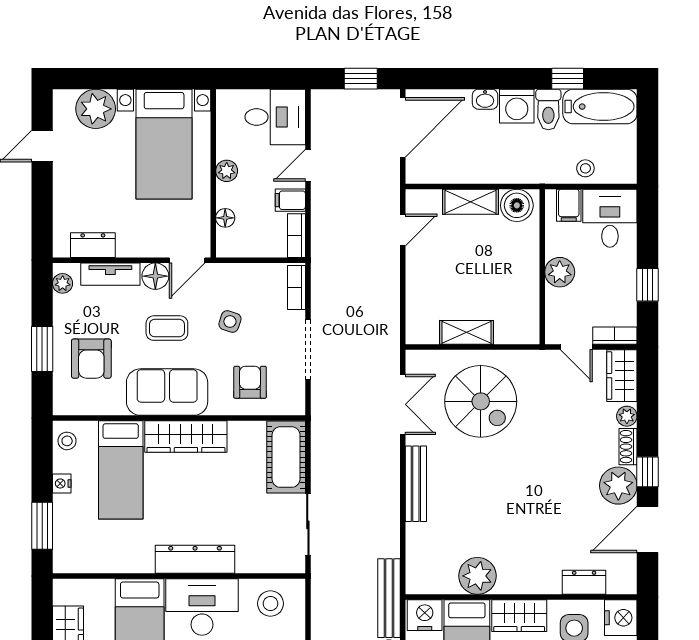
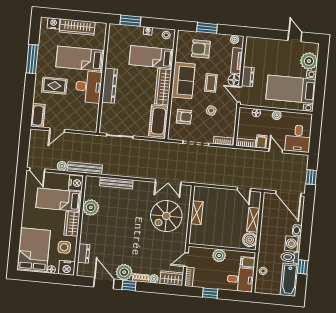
dresser: (93, 245) -> (248, 77), moved
cot: (286, 457) -> (158, 121), moved, turned 90
bench: (416, 484) -> (116, 183), moved
stool: (270, 604) -> (87, 117), removed

